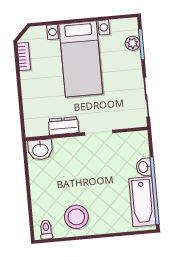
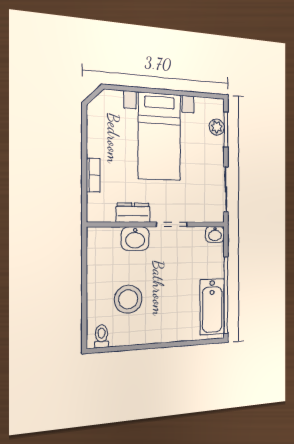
bookcase: (24, 56) -> (93, 175), moved
washbasin: (40, 150) -> (135, 239), moved
washbasin: (144, 167) -> (215, 234), moved, turned -90
stool: (76, 217) -> (128, 299), moved

